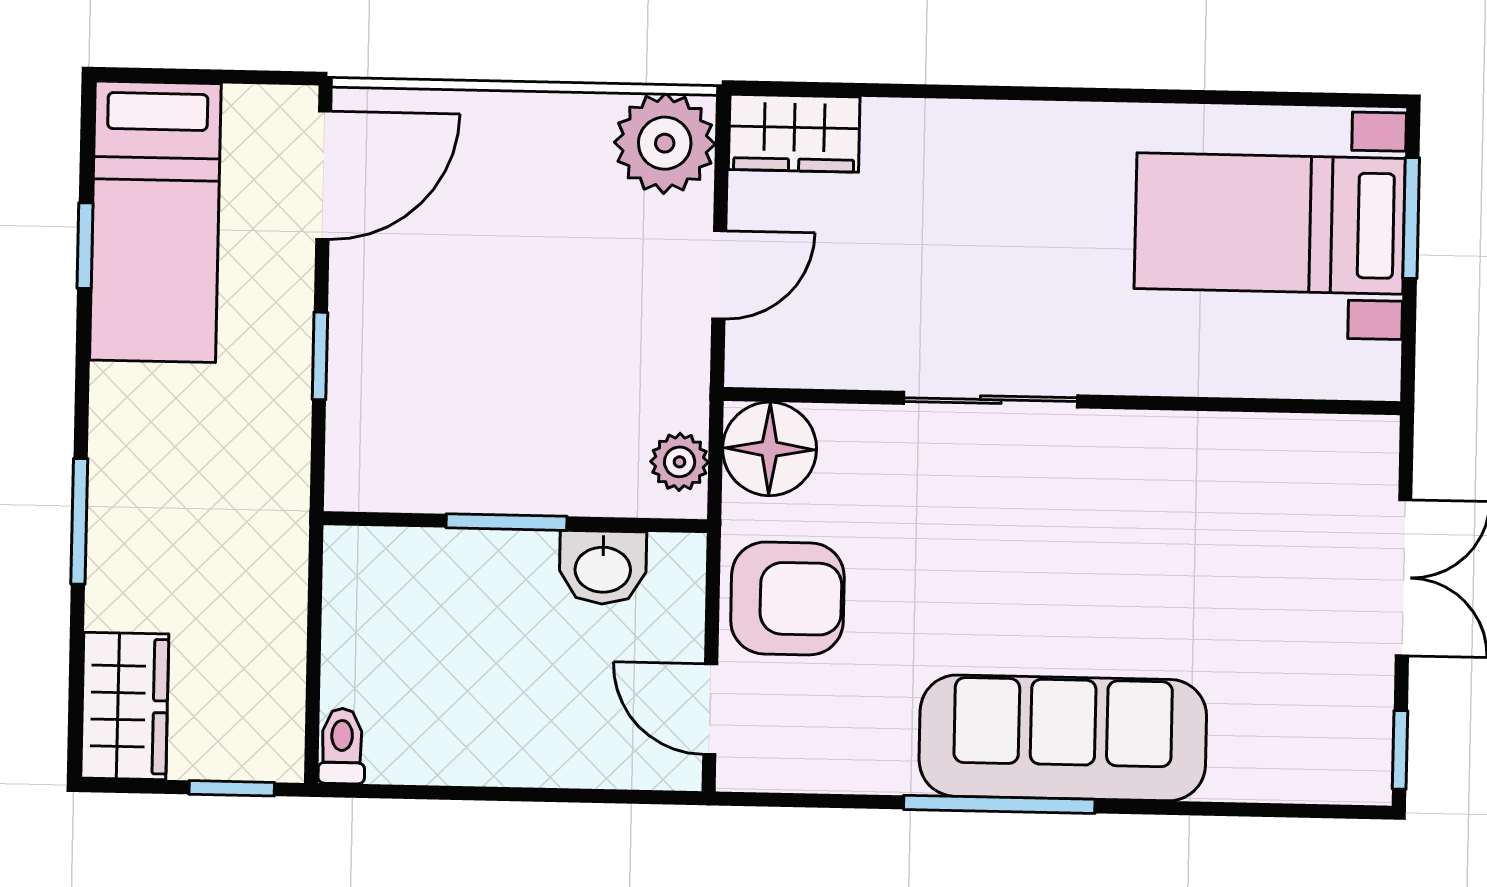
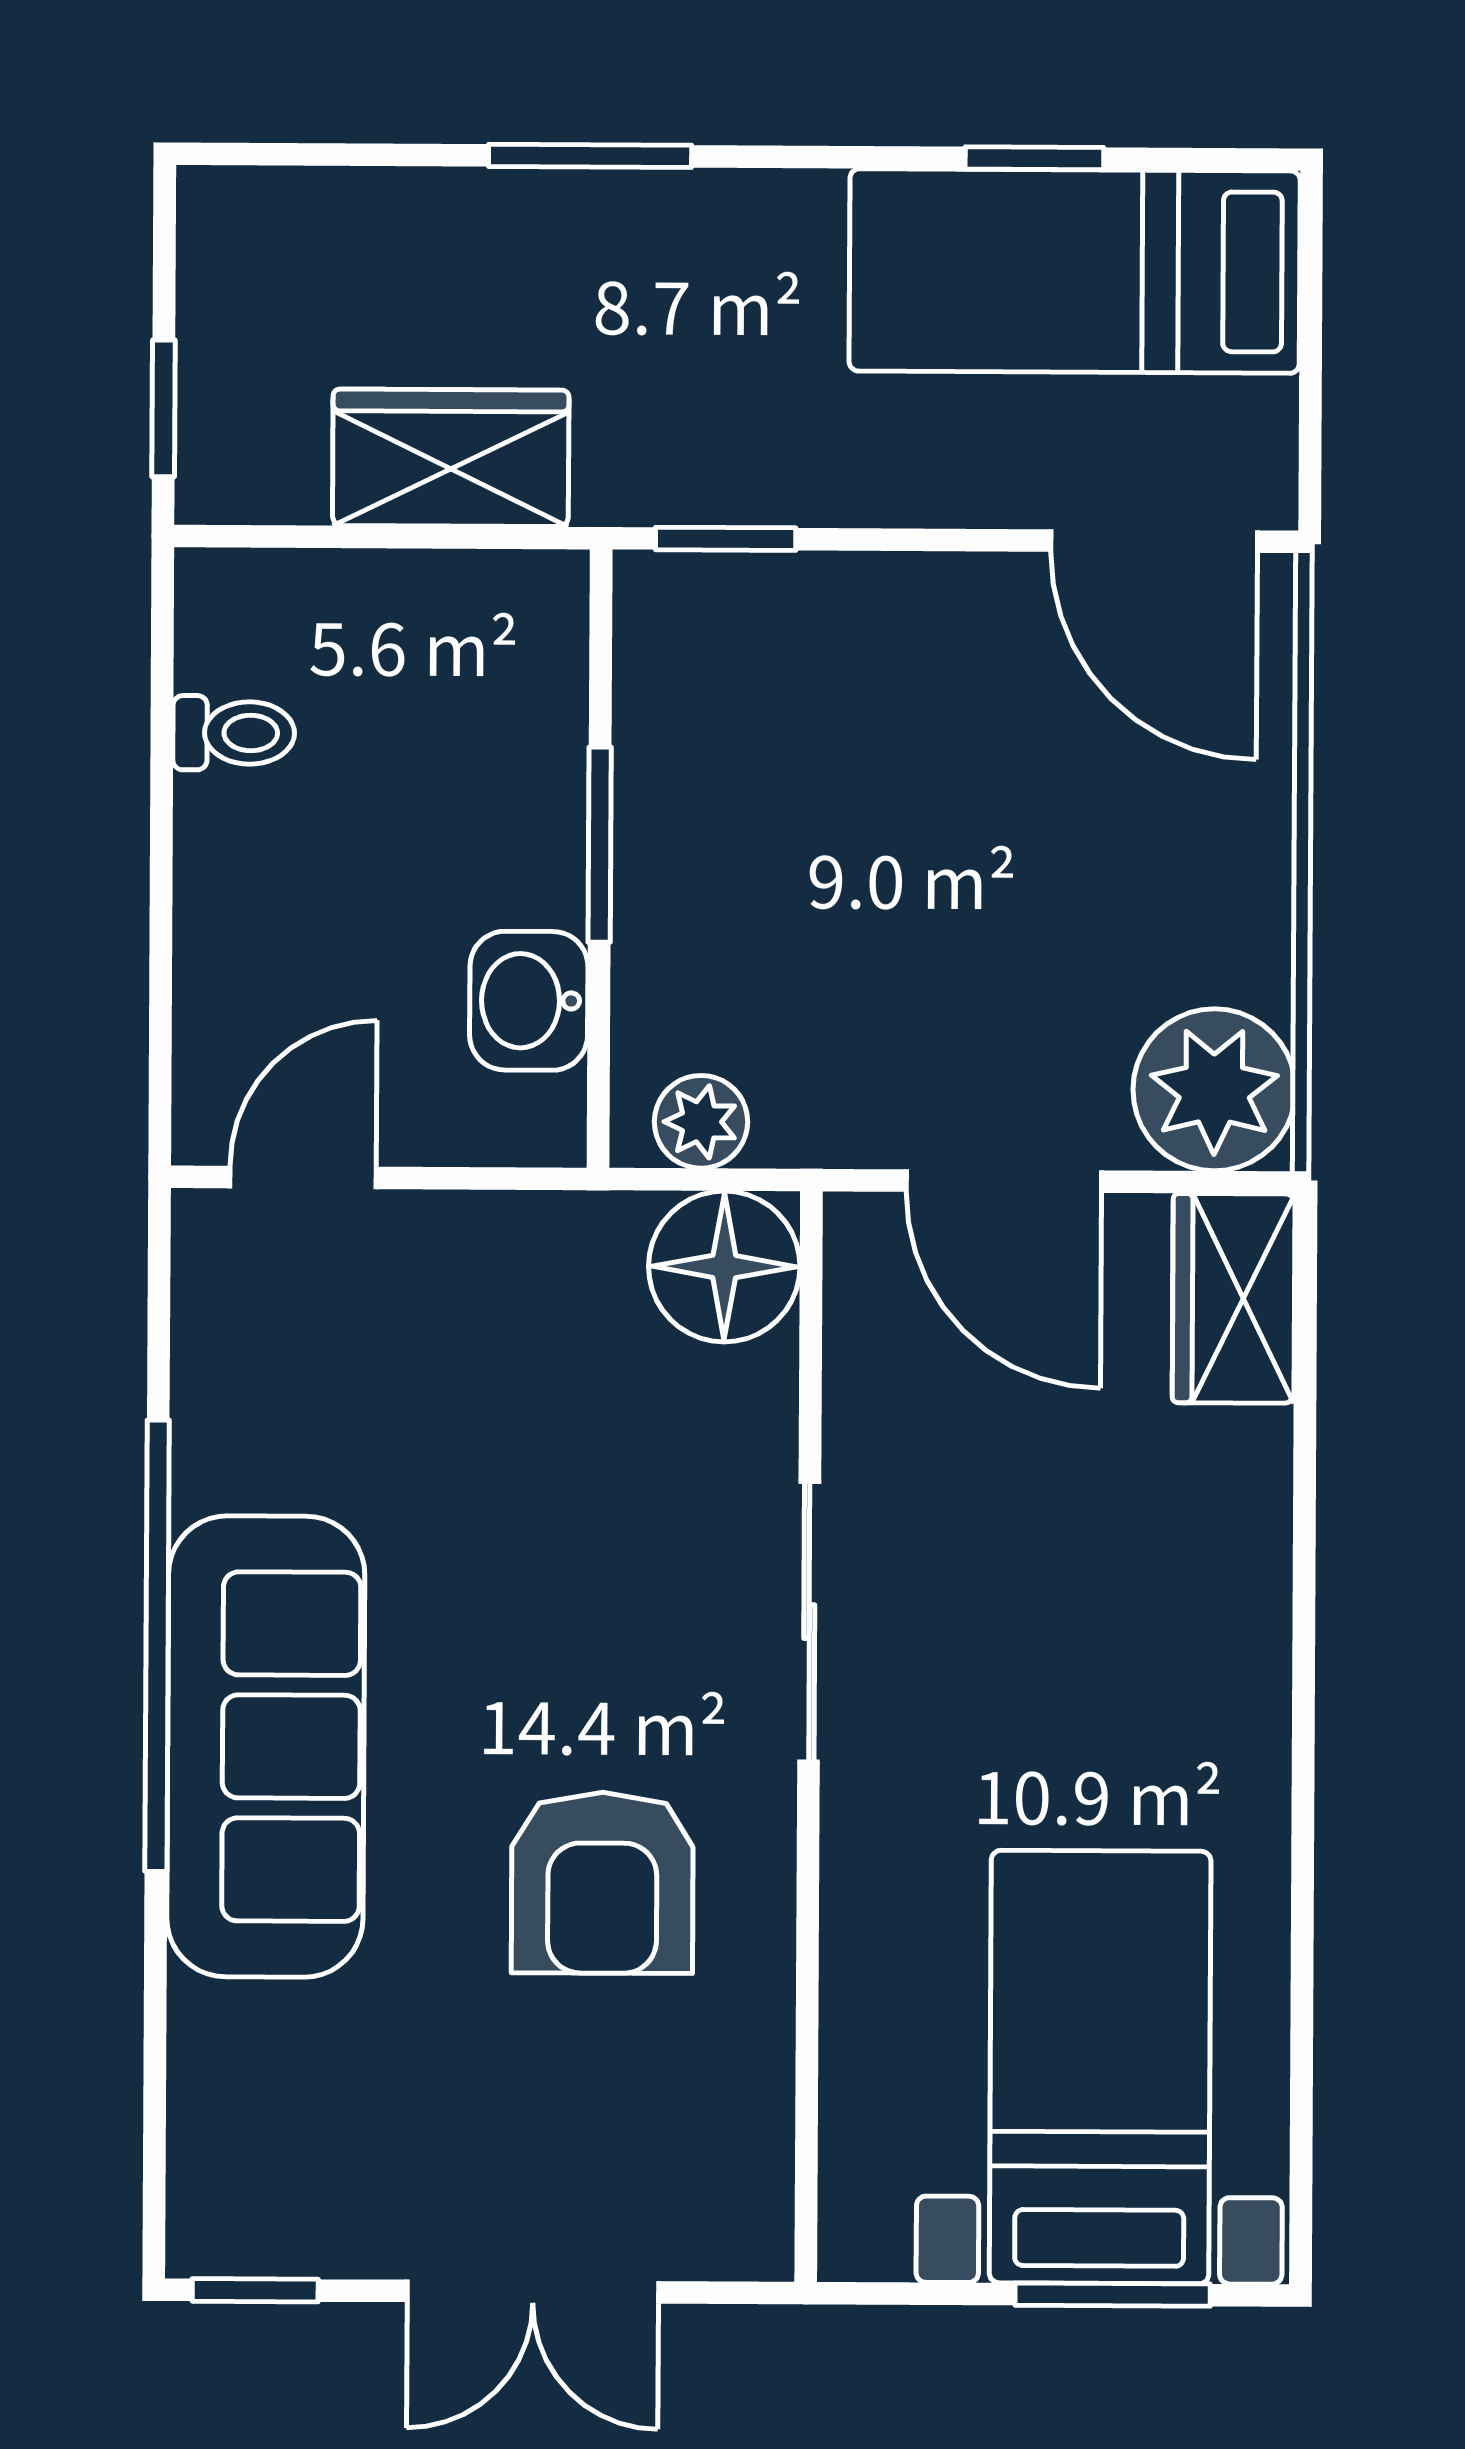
door: (719, 275) -> (1004, 1181), width x1.38
window: (320, 356) -> (726, 539), moved
armchair: (787, 598) -> (602, 1883), moved
wardrobe: (125, 706) -> (451, 458), moved, turned 180
toilet: (342, 746) -> (234, 733), moved
window: (999, 804) -> (157, 1646), width x1.46

